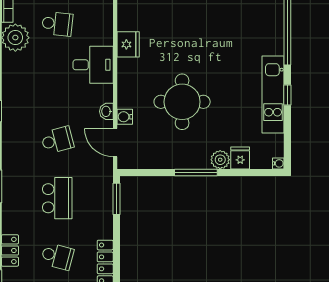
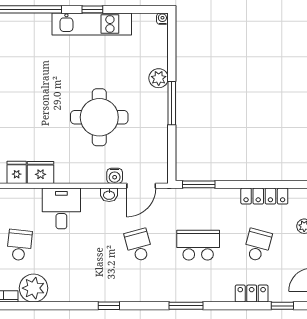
fridge: (240, 158) -> (17, 172), moved, turned 90

